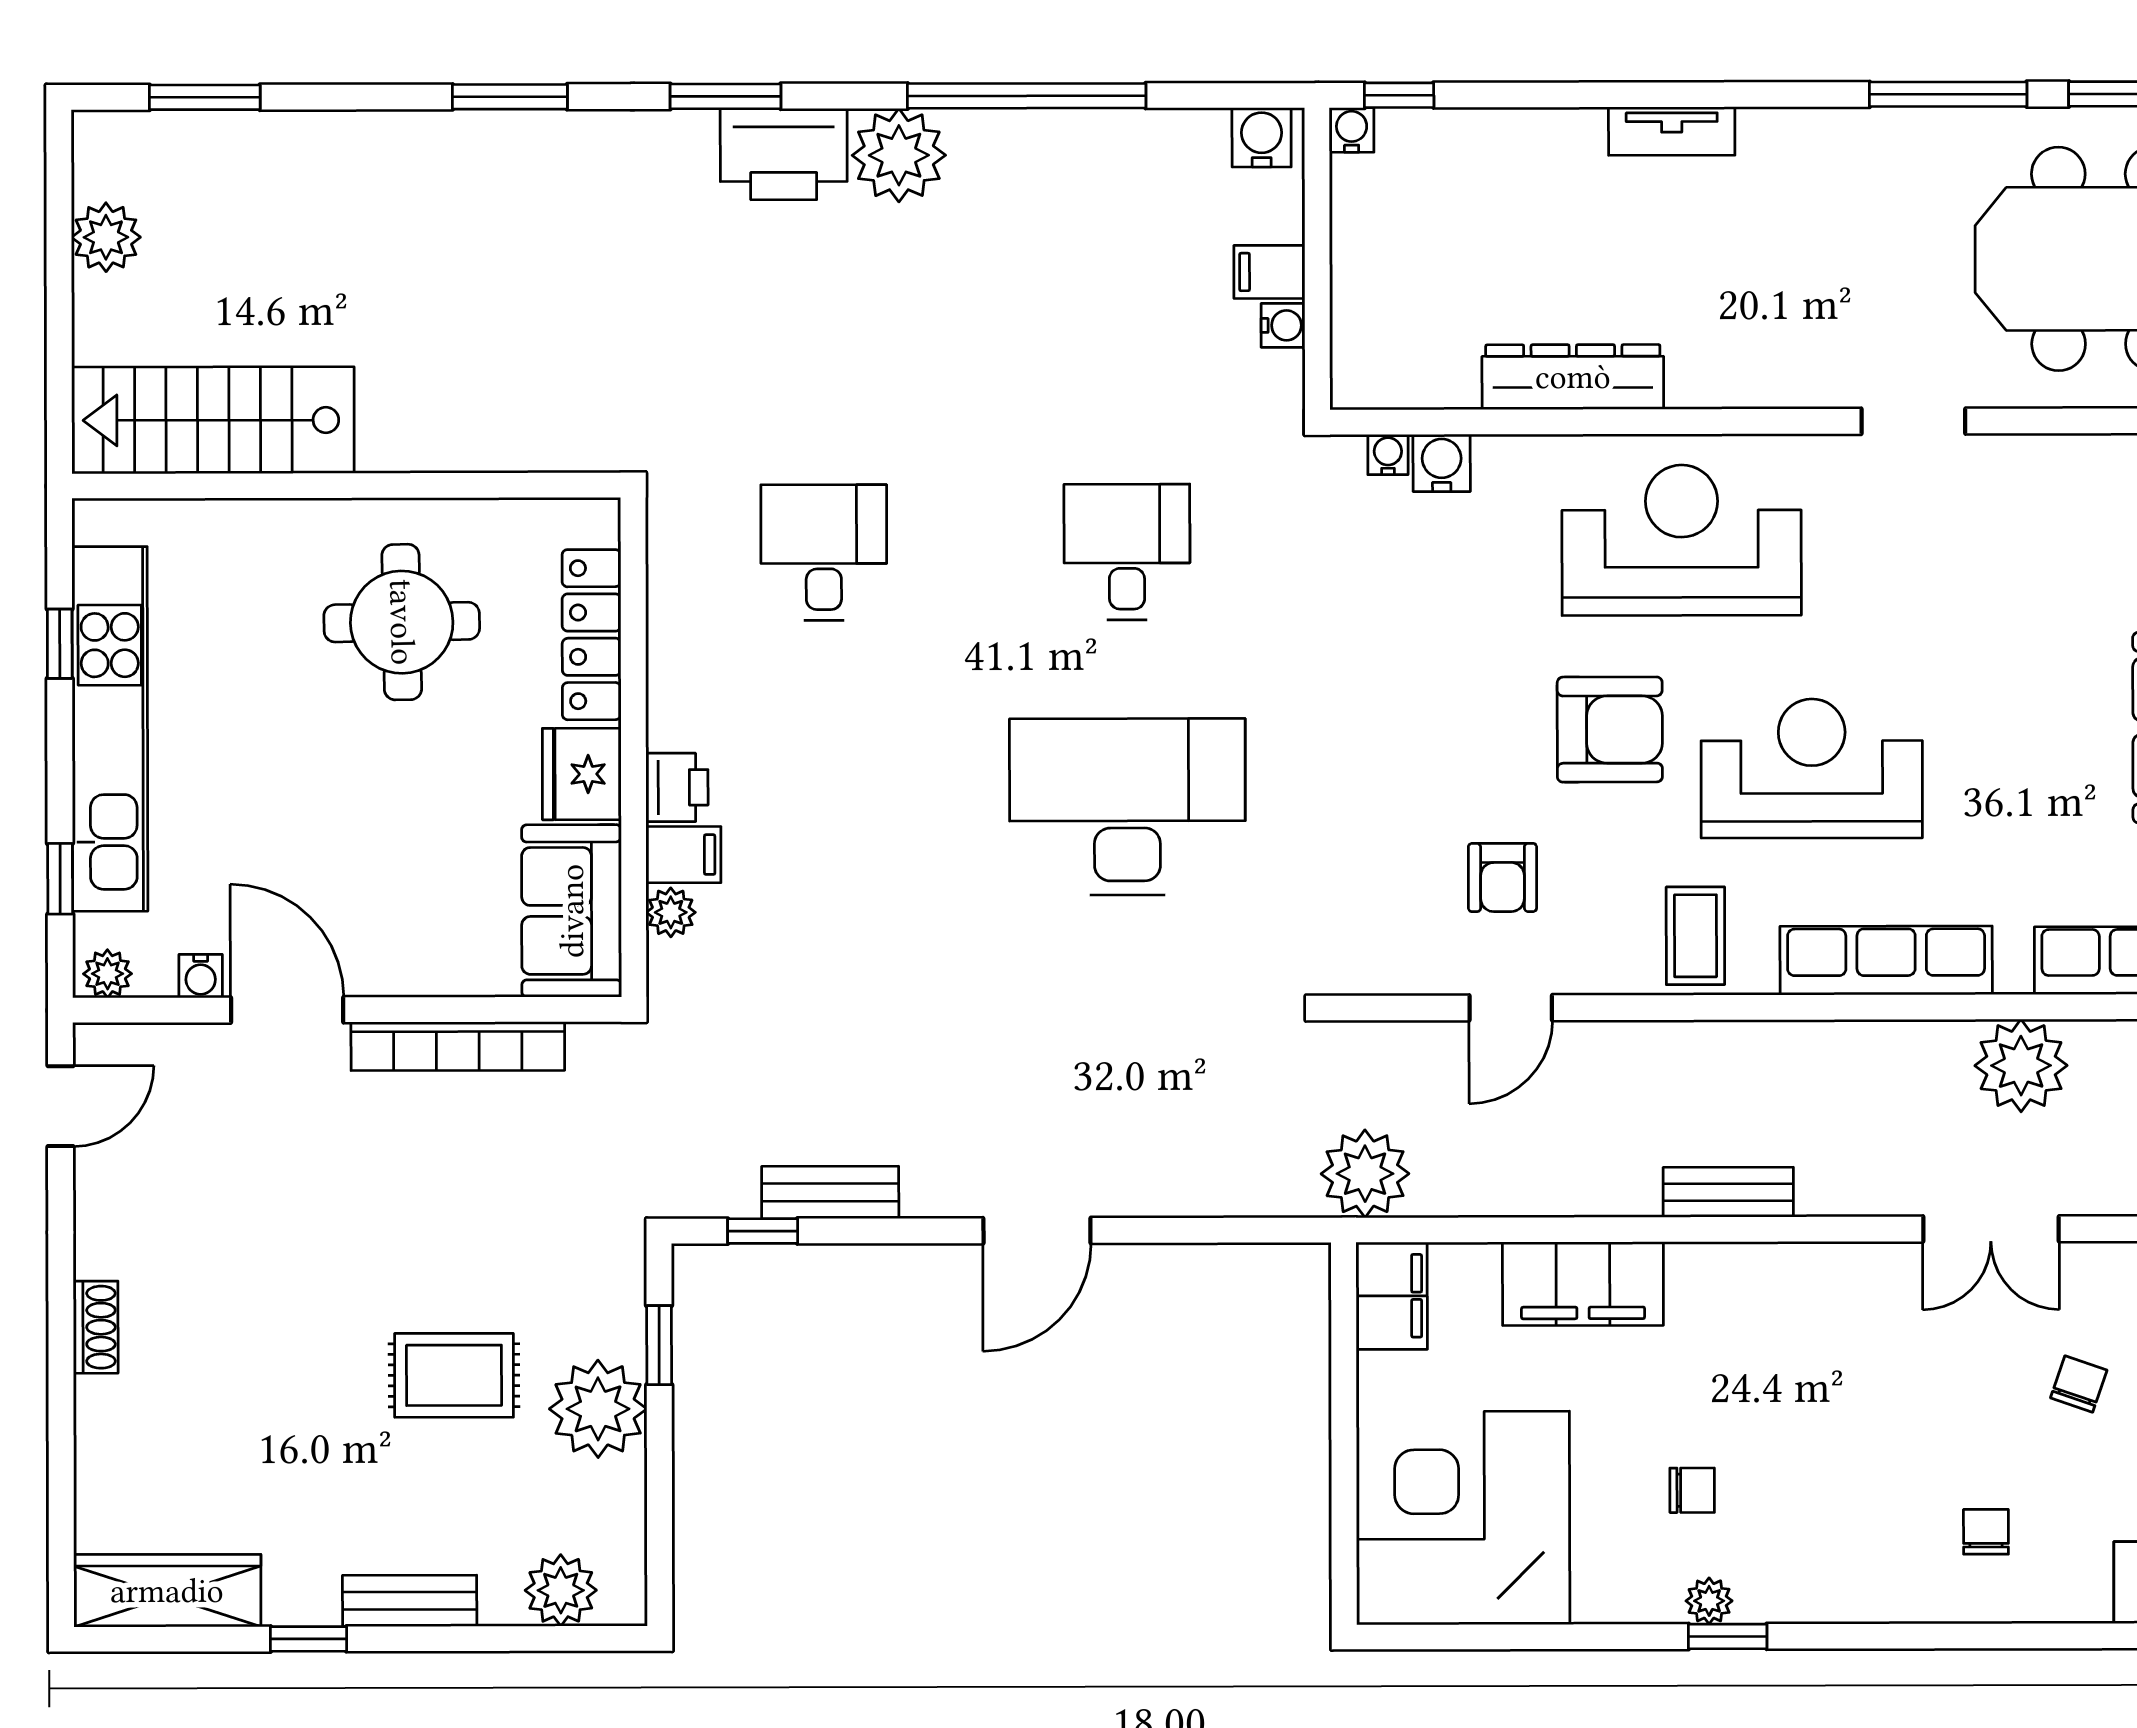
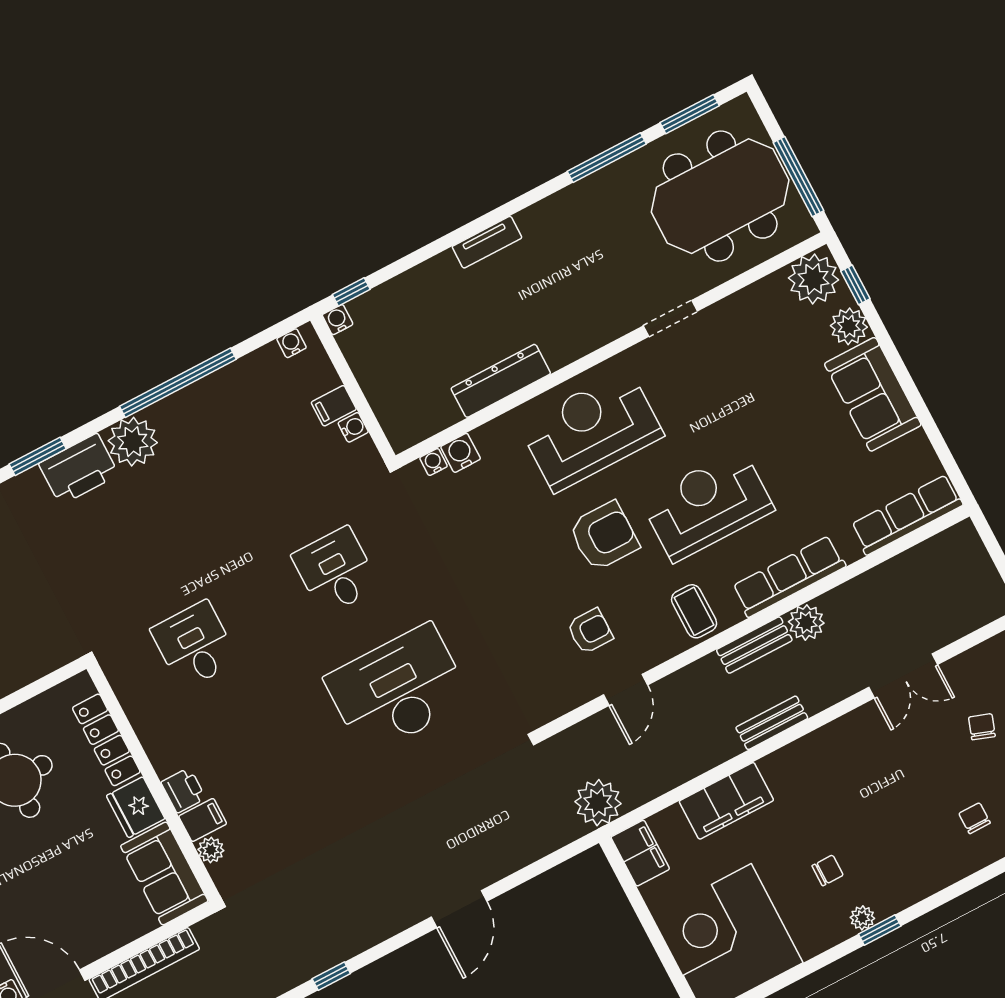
water cooler: (1262, 137) -> (292, 343), width x0.72, depth x0.72
armchair: (1502, 878) -> (590, 631), turned -90
plant: (2021, 1066) -> (806, 622), moved, width x0.73, depth x0.73
bench: (830, 1192) -> (754, 645), moved

